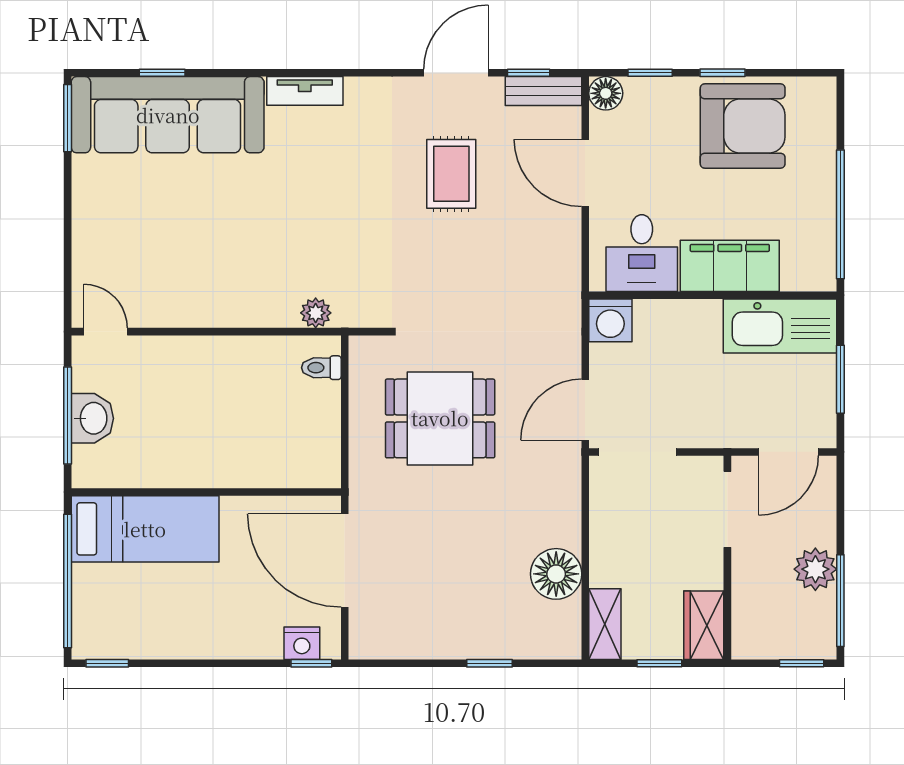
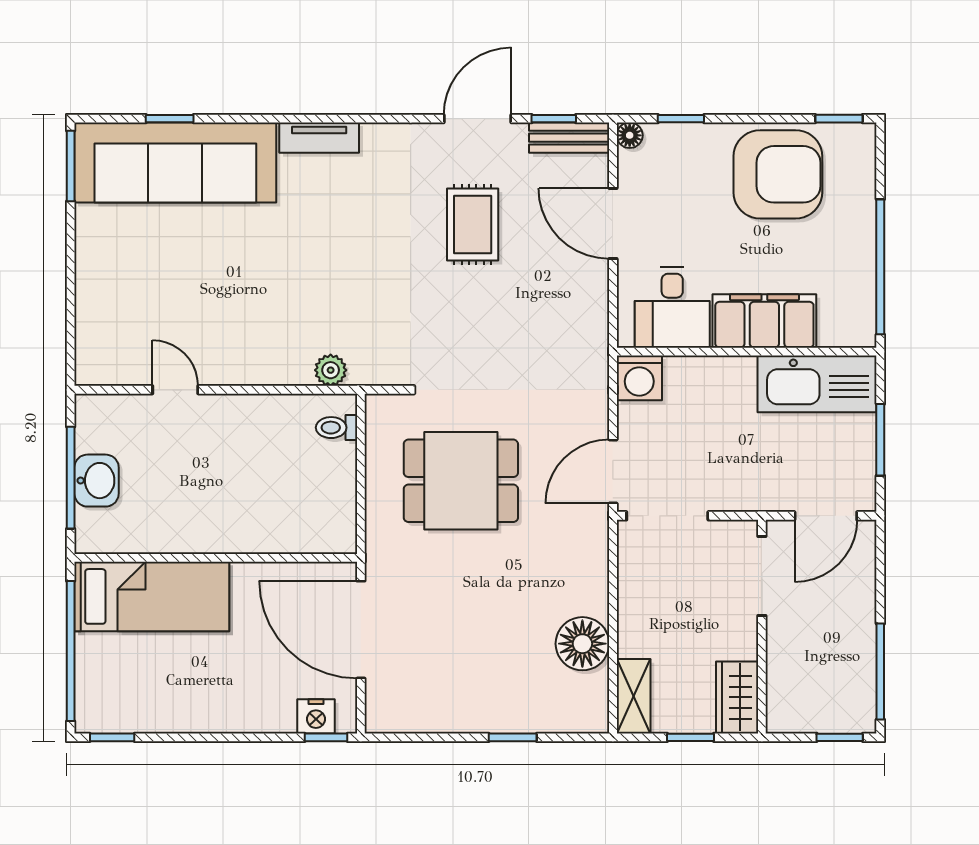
window: (723, 73) -> (839, 119), moved
floor lamp: (606, 93) -> (630, 135), width x0.73, depth x0.73
door: (106, 332) -> (175, 390), moved
plant: (815, 569) -> (854, 639), removed

